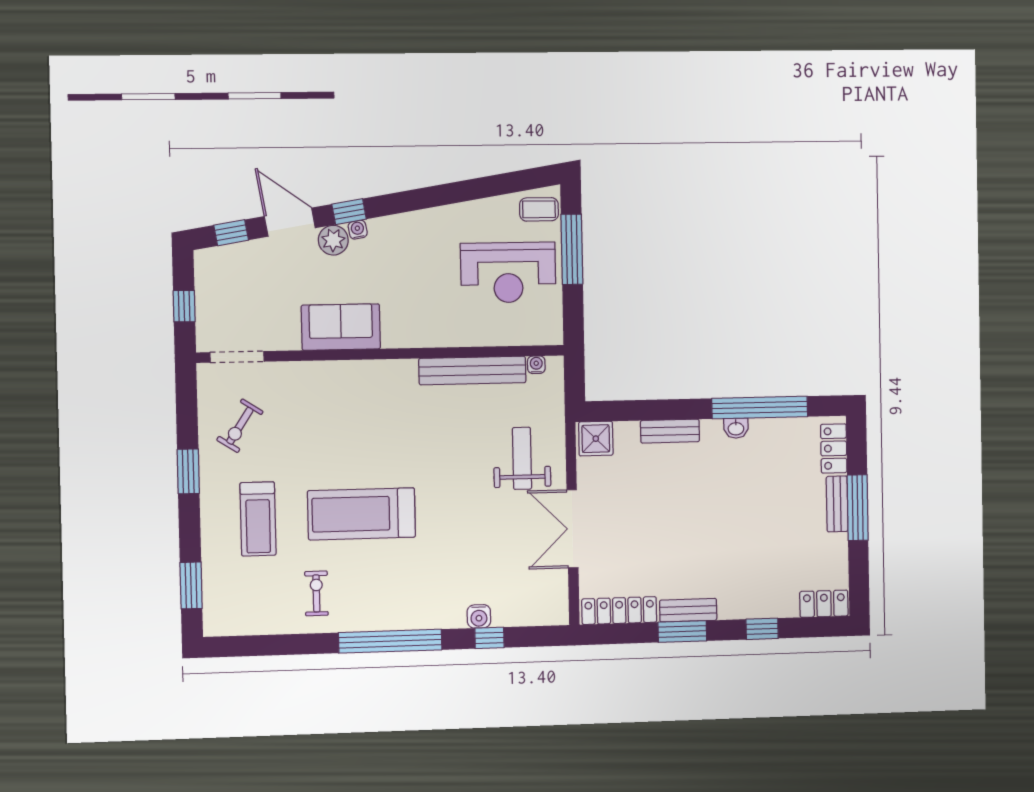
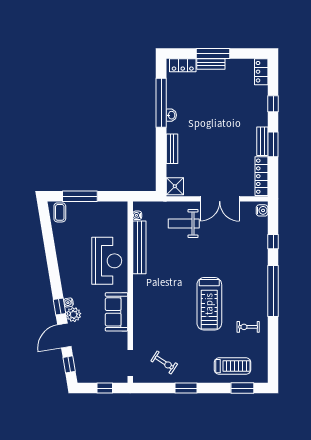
reception desk: (508, 273) -> (107, 261), moved
treadmill: (258, 519) -> (233, 366), moved
water cooler: (479, 616) -> (262, 210), moved

